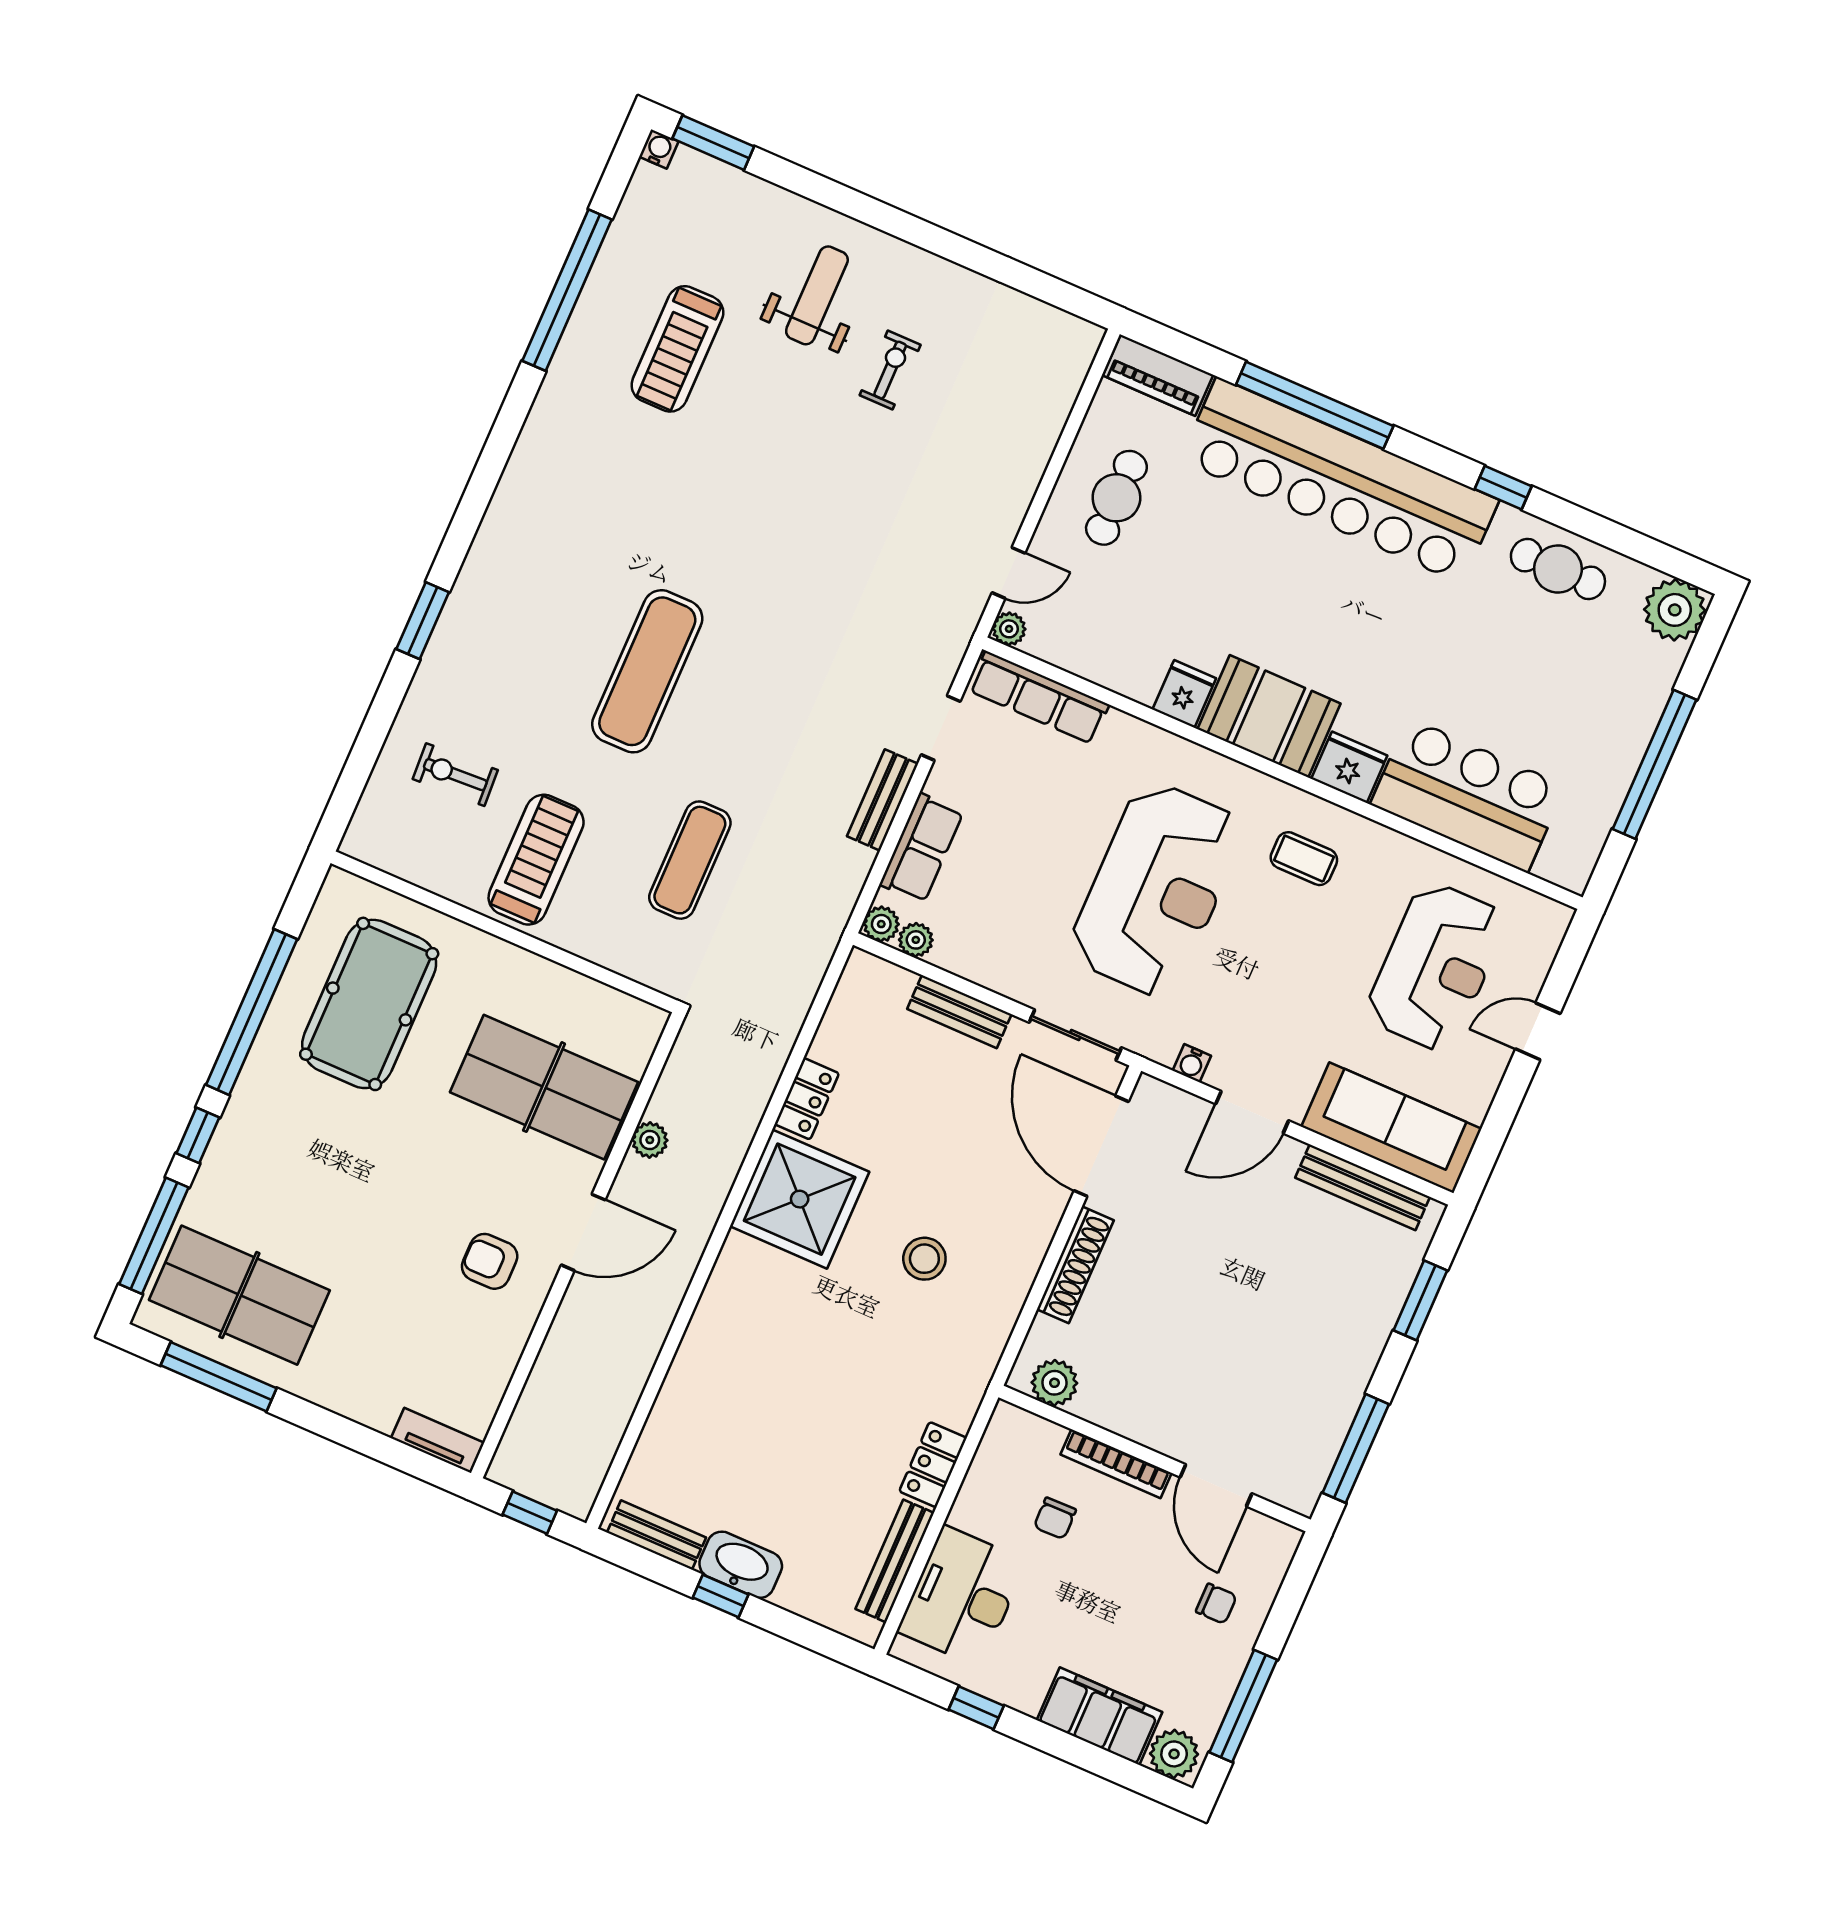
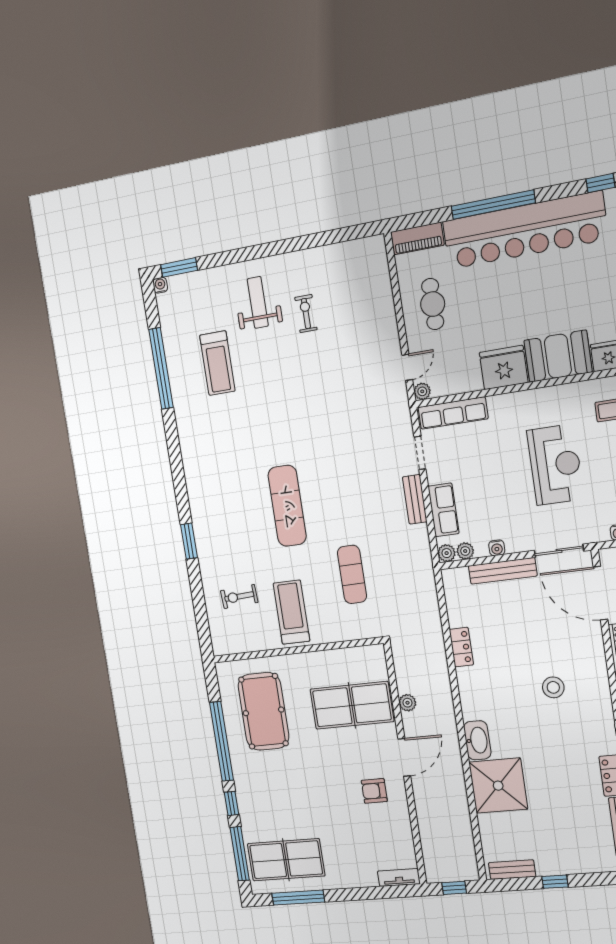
fridge: (1184, 694) -> (504, 367), width x1.88, depth x1.34
reception desk: (1156, 889) -> (555, 465), width x0.74, depth x0.77
water cooler: (973, 967) -> (497, 548), added
bench: (959, 1012) -> (503, 571), width x1.36
shower: (800, 1199) -> (498, 786), moved
washbasin: (741, 1565) -> (477, 740), moved, turned 90

